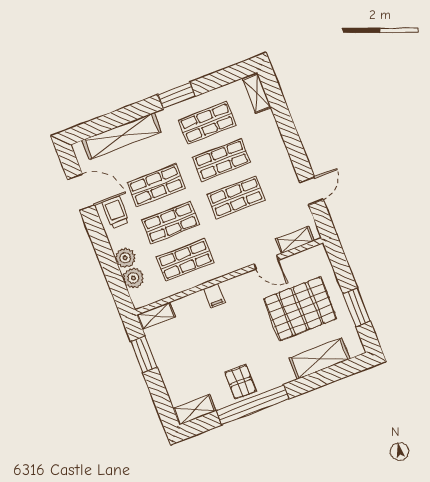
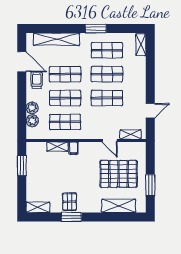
shelving: (156, 316) -> (57, 147), moved
window: (253, 405) -> (71, 217), width x0.47

